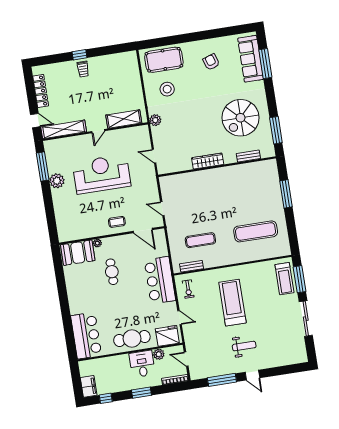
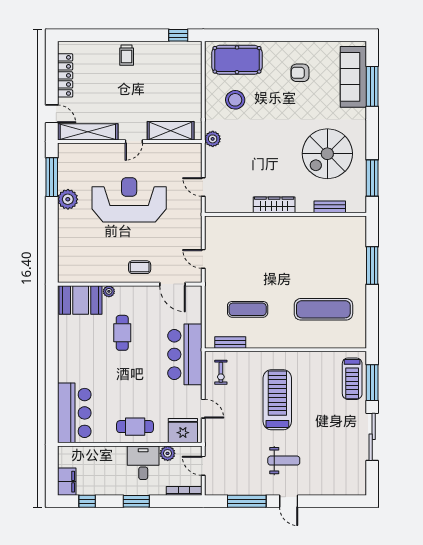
window: (79, 55) -> (178, 35), moved
armchair: (211, 62) -> (300, 73), turned -72
cafe table: (132, 339) -> (135, 427), width x0.73, depth x0.74

